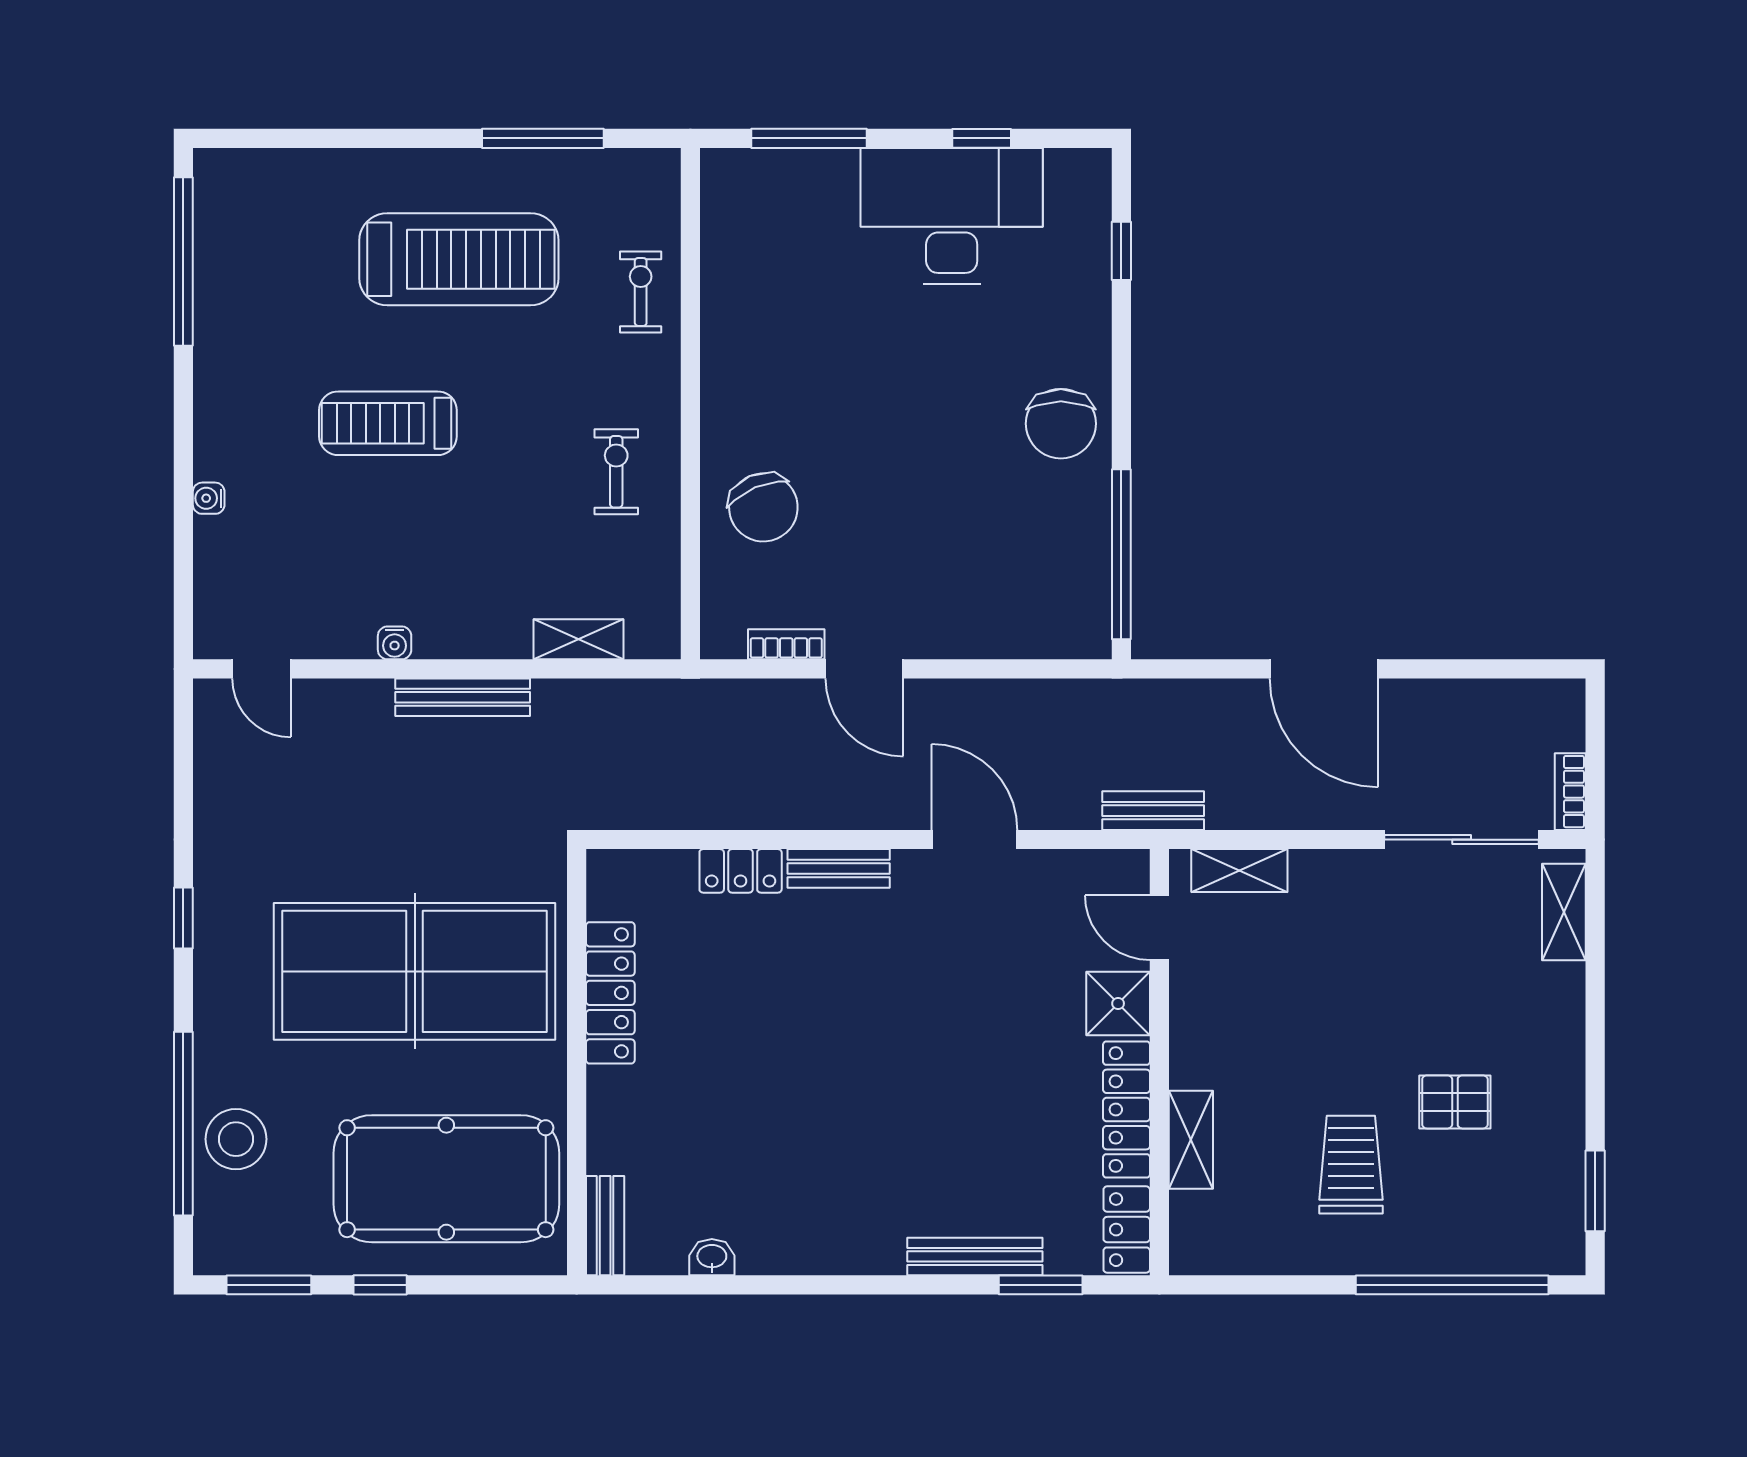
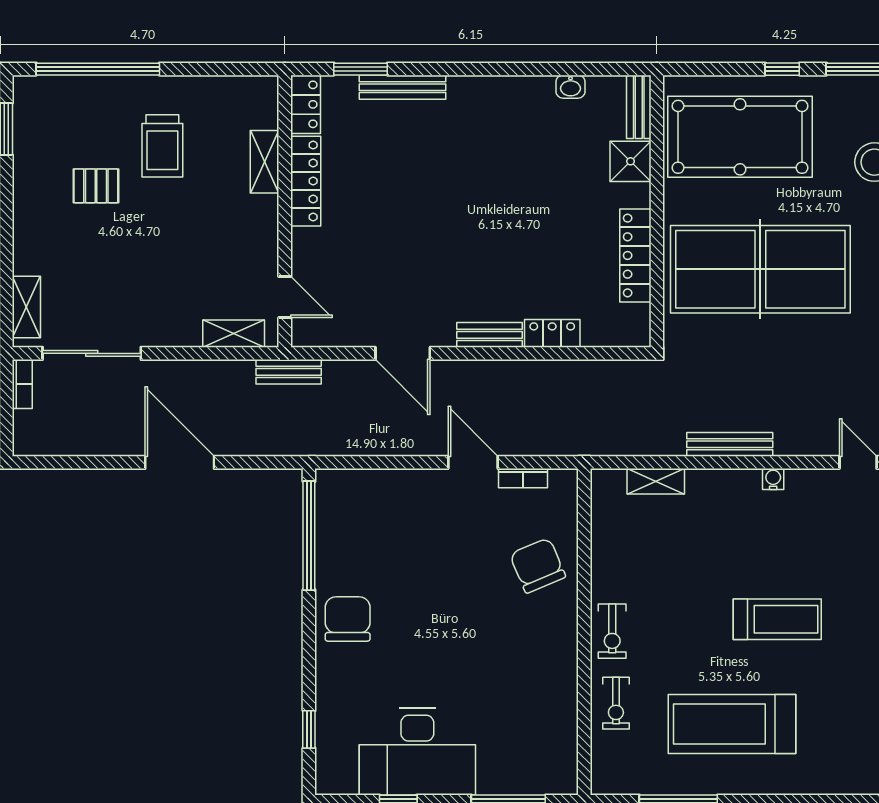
exercise bike: (616, 472) -> (612, 631), moved
shower: (1118, 1003) -> (631, 161), moved

